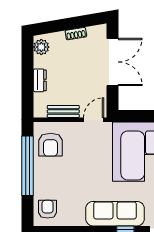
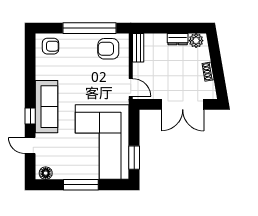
dresser: (40, 80) -> (178, 39), moved
bench: (63, 111) -> (138, 48), moved

